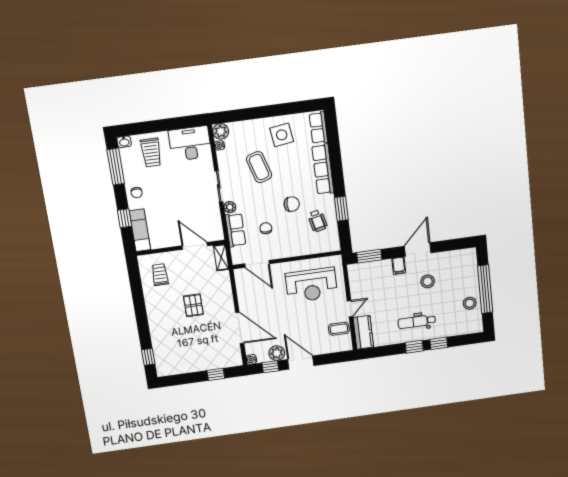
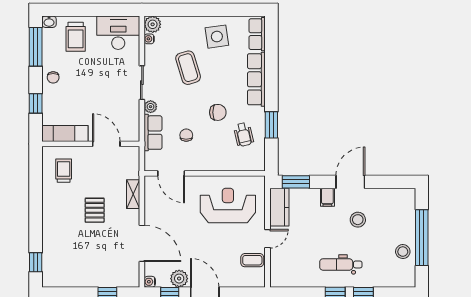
exam couch: (140, 230) -> (65, 134), moved, turned -90
shelving: (221, 257) -> (133, 194), moved
reception desk: (311, 285) -> (228, 206), turned 180
kitchen counter: (363, 332) -> (279, 207), moved

